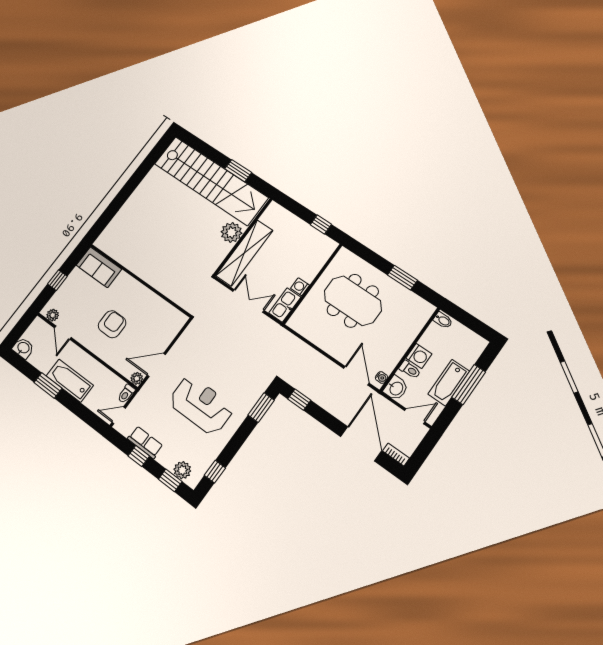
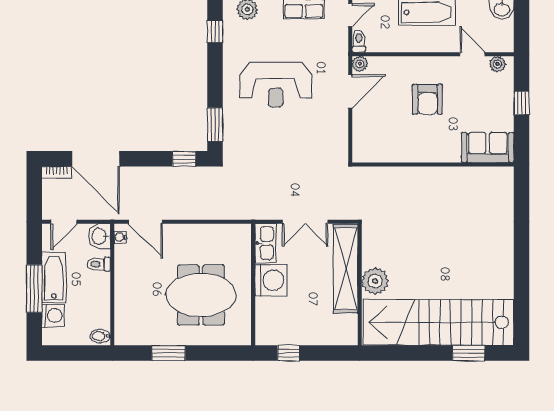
window: (238, 171) -> (469, 353), moved
washing machine: (300, 287) -> (271, 280), width x1.89, depth x1.89
washing machine: (419, 356) -> (53, 316), moved, turned 180

